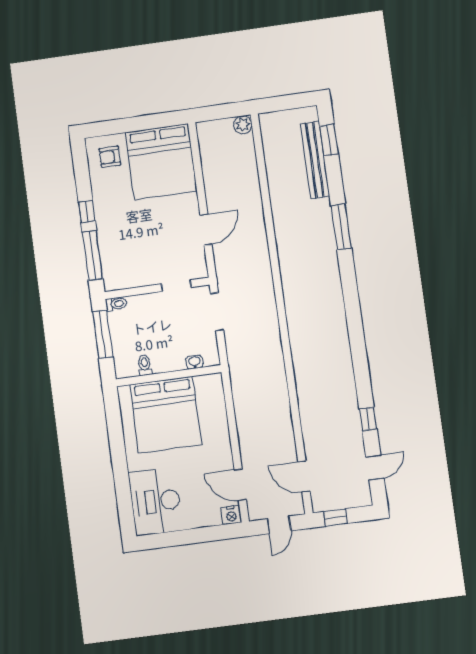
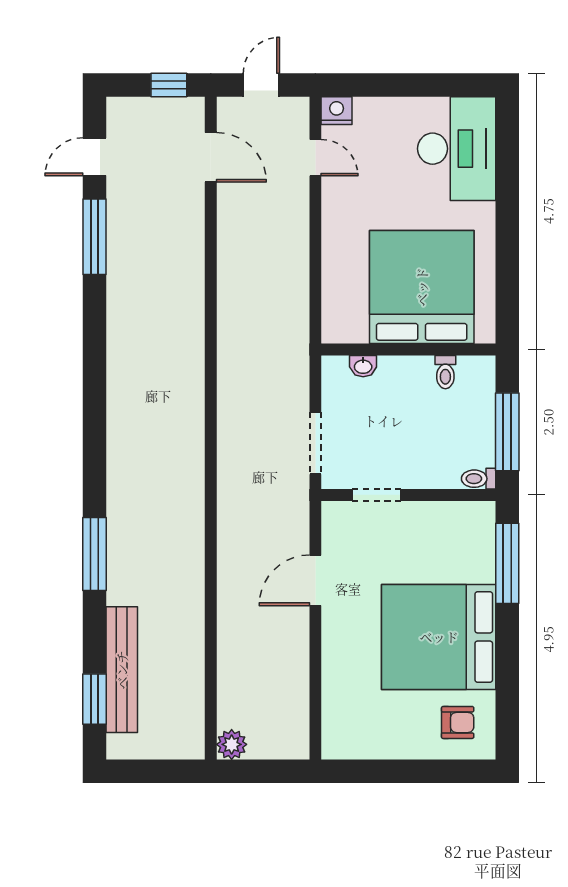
bed: (161, 162) -> (439, 637), moved, turned -90
window: (87, 212) -> (507, 637), removed
window: (368, 419) -> (94, 237), width x2.17
door: (240, 485) -> (315, 158), width x0.73

